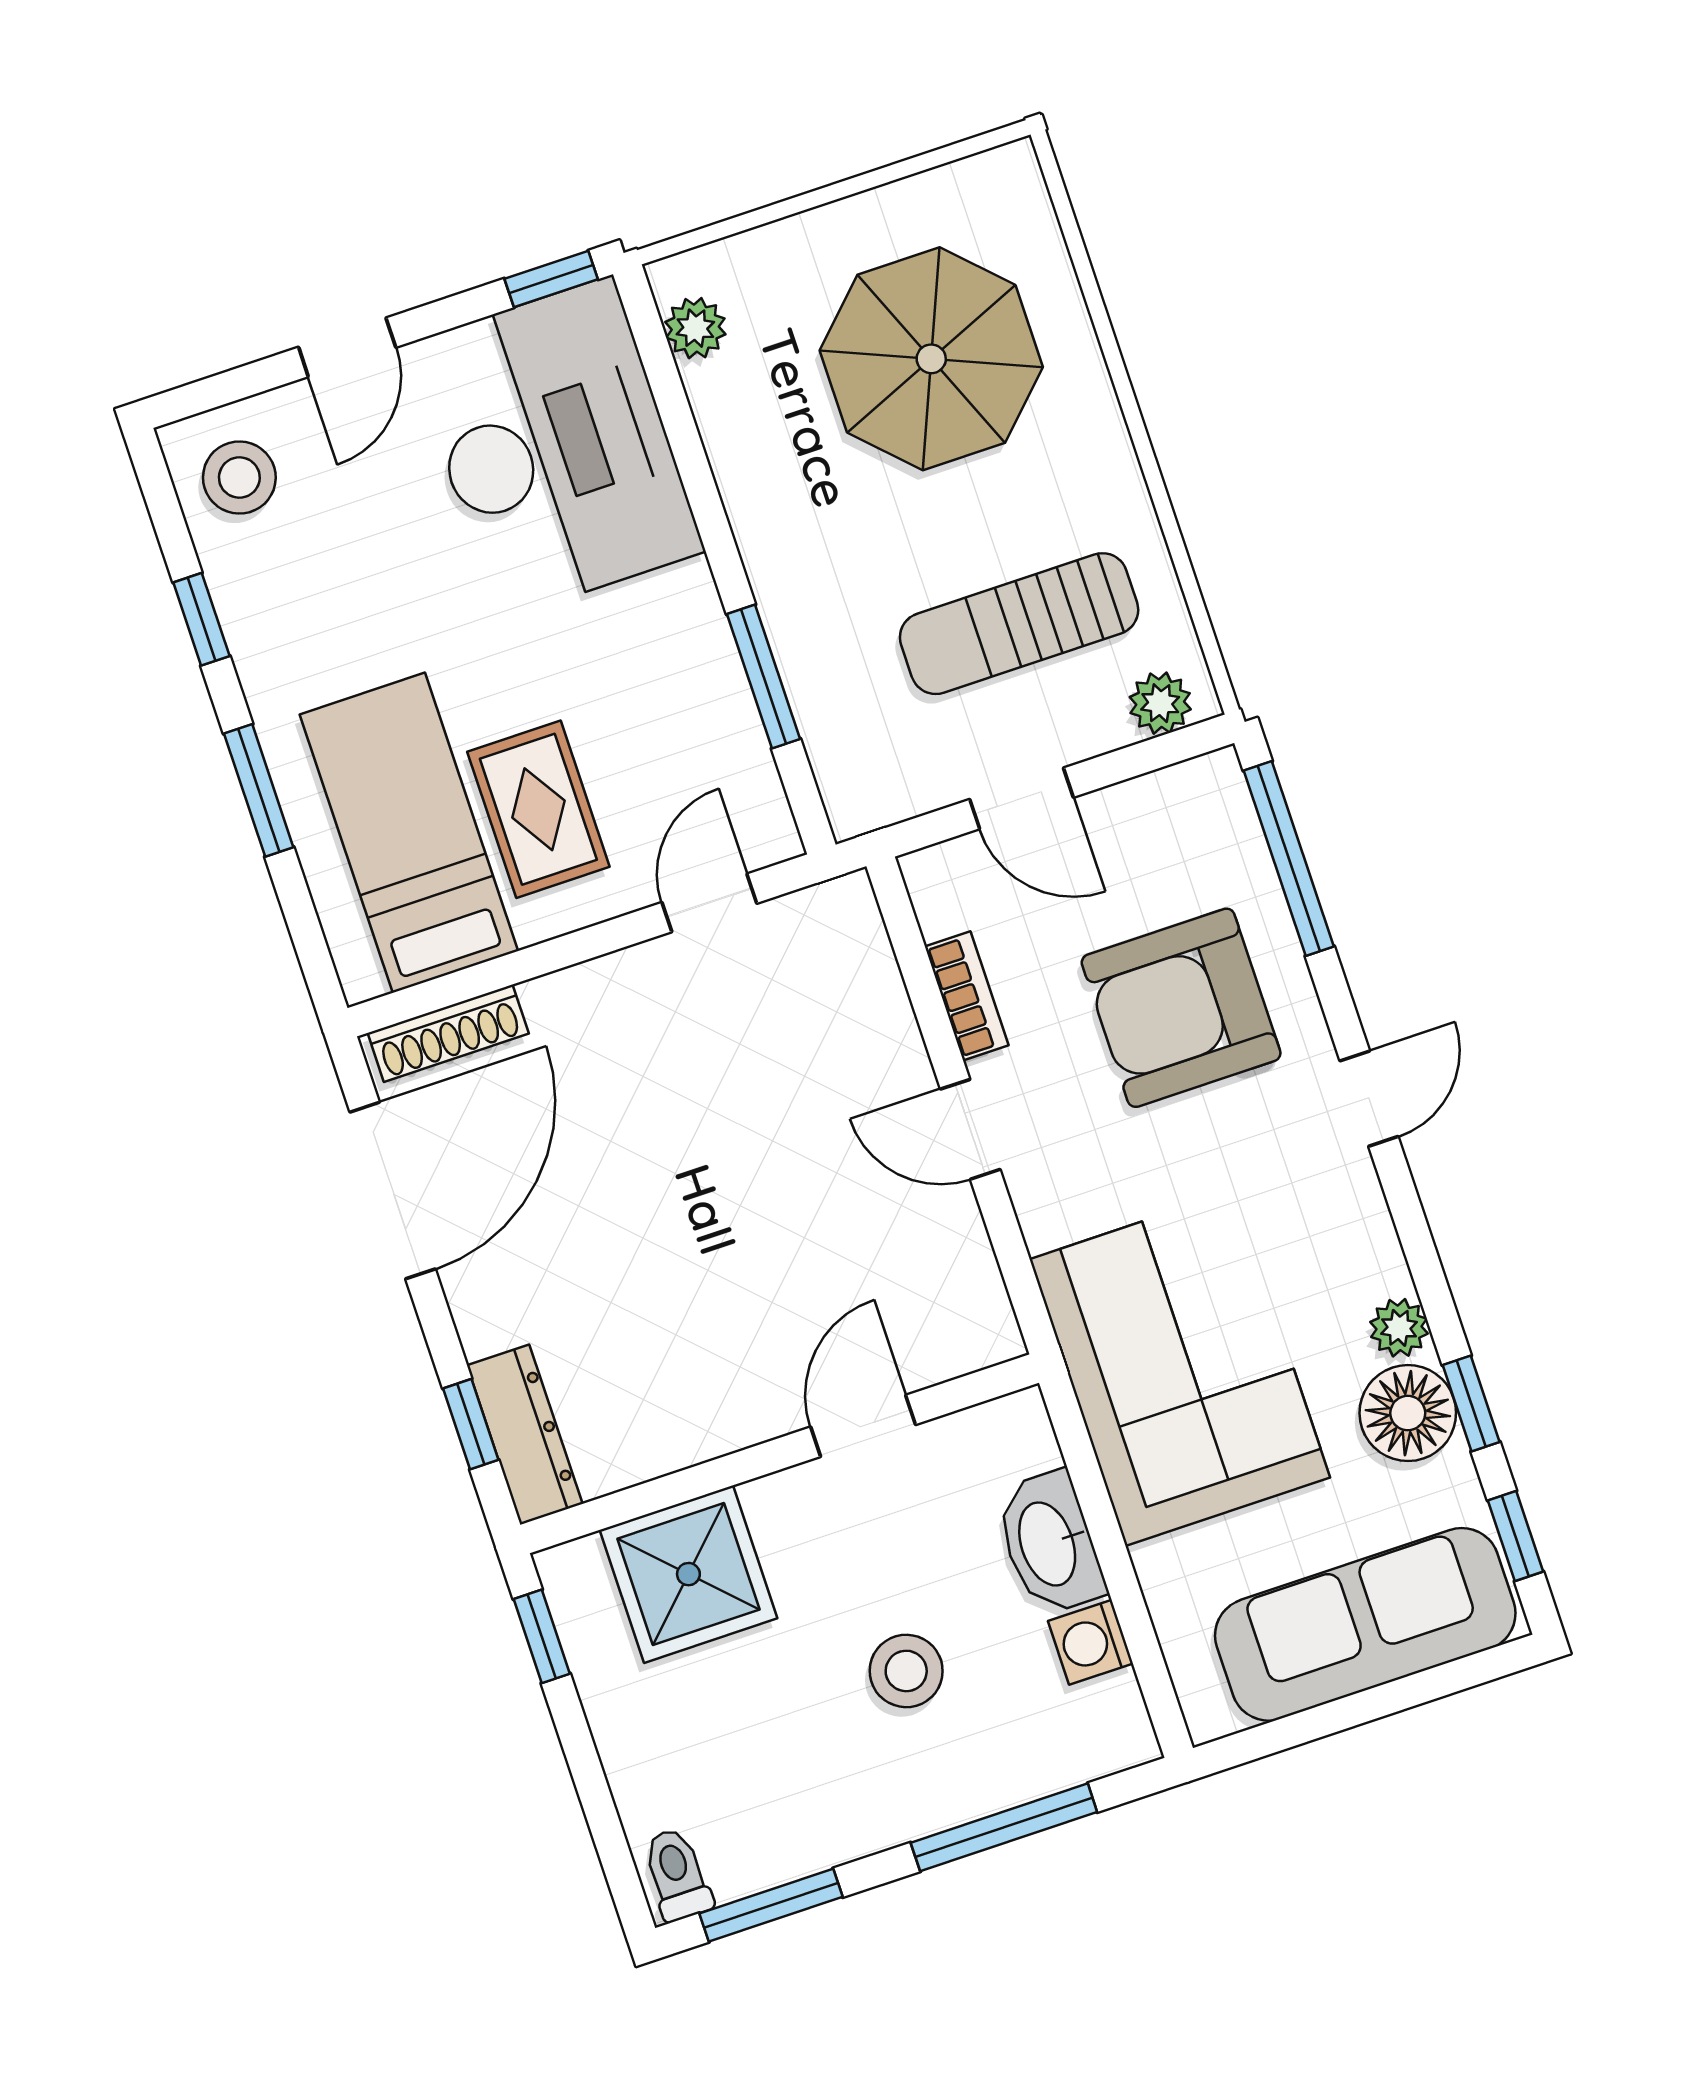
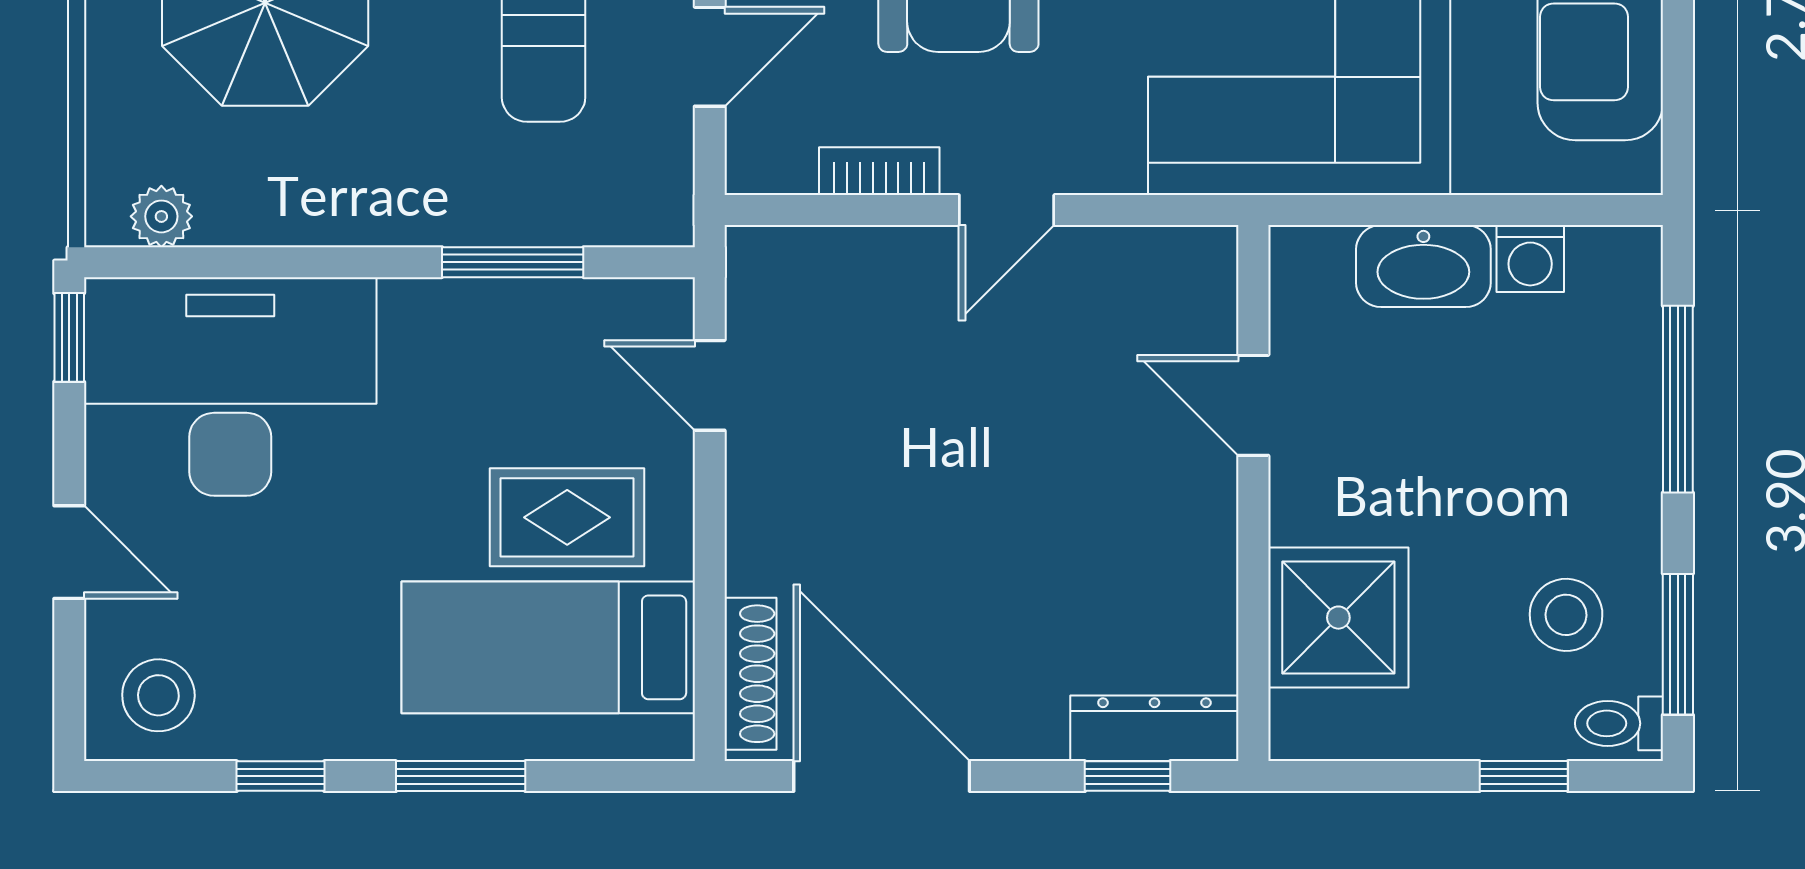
window: (542, 1636) -> (1524, 776), moved
stool: (906, 1671) -> (1566, 615), moved

